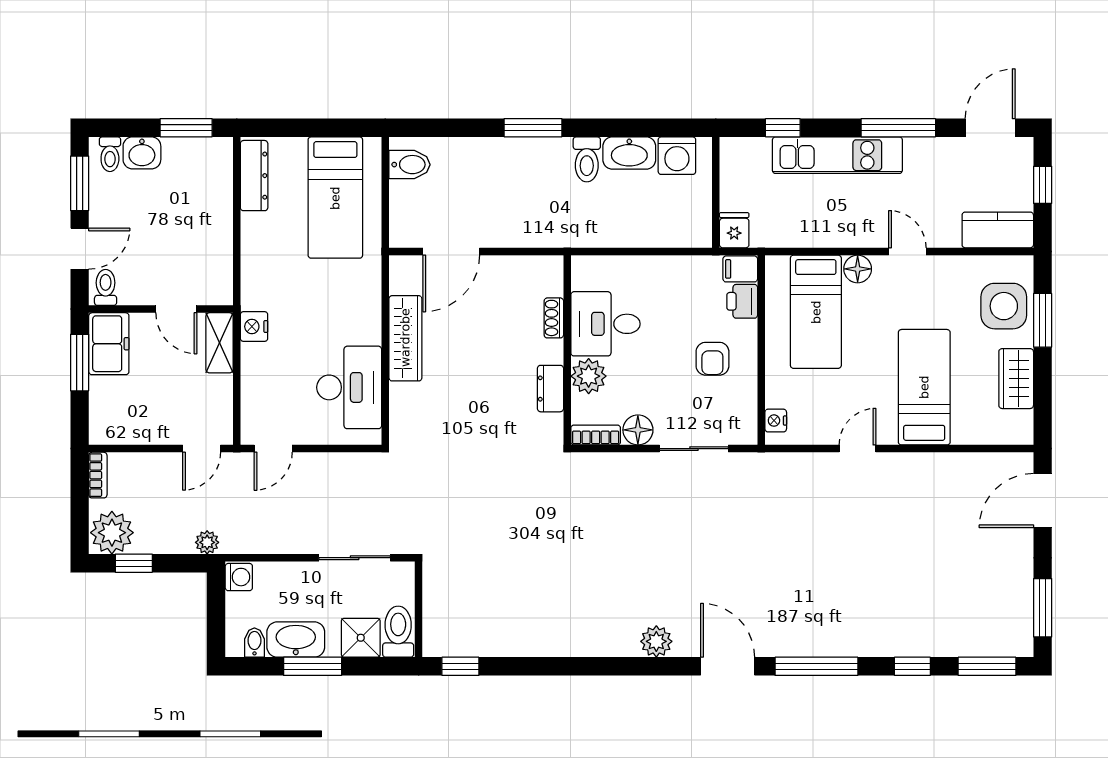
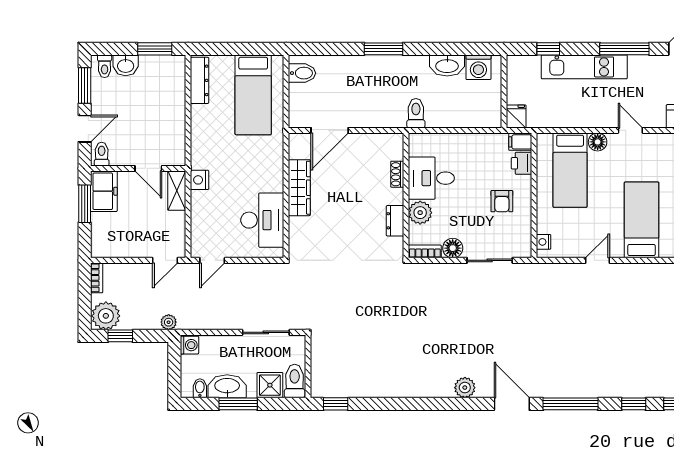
toilet: (587, 159) -> (416, 113), moved, turned 180

